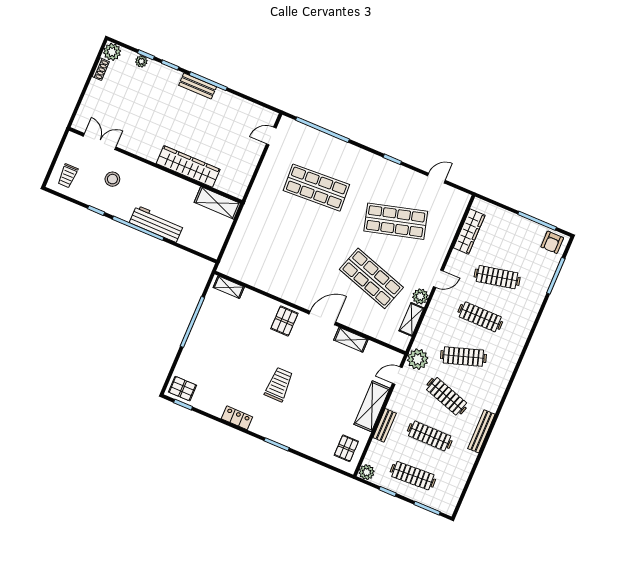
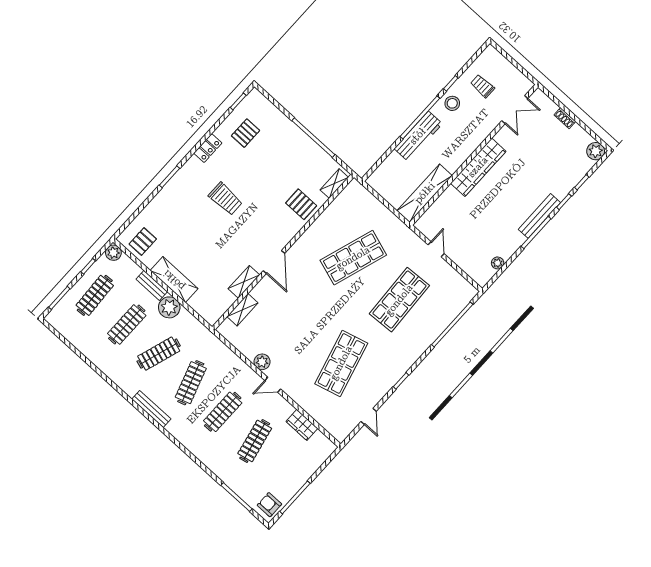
plant: (141, 61) -> (498, 263), moved
shoe rack: (101, 69) -> (565, 118), moved
bench: (198, 86) -> (539, 216), width x1.36
door: (271, 136) -> (436, 249), moved
wardrobe: (188, 166) -> (478, 167), moved
trolley: (68, 176) -> (482, 86), moved
stool: (112, 179) -> (452, 103), moved
shelving: (217, 203) -> (425, 193), width x1.47
wardrobe: (469, 232) -> (302, 425), width x0.67
shop shelf: (371, 278) -> (353, 258), moved
door: (438, 279) -> (273, 385), hinge flipped
shelving: (411, 319) -> (242, 310), moved, turned 90
pallet: (284, 321) -> (301, 204), moved
plant: (418, 359) -> (169, 307), moved
door: (397, 376) -> (195, 314), removed
pallet: (182, 389) -> (246, 133), moved
bench: (481, 431) -> (151, 409), moved
pallet: (346, 448) -> (143, 241), turned 90

